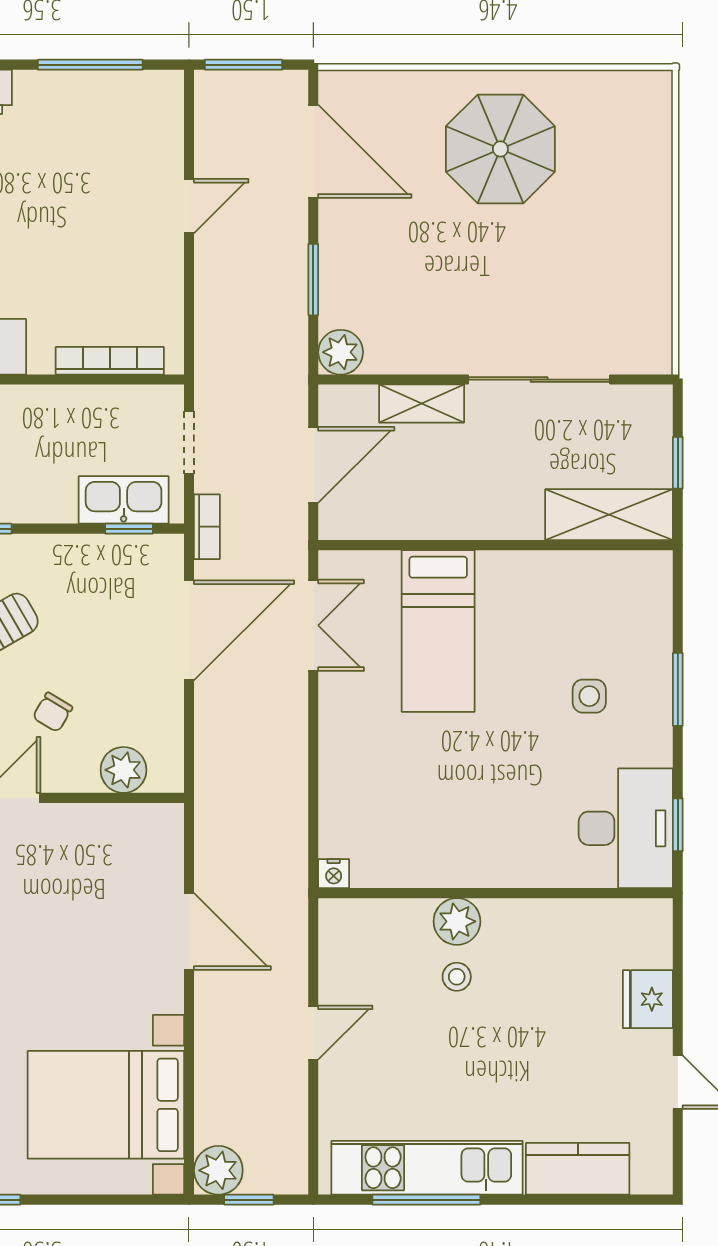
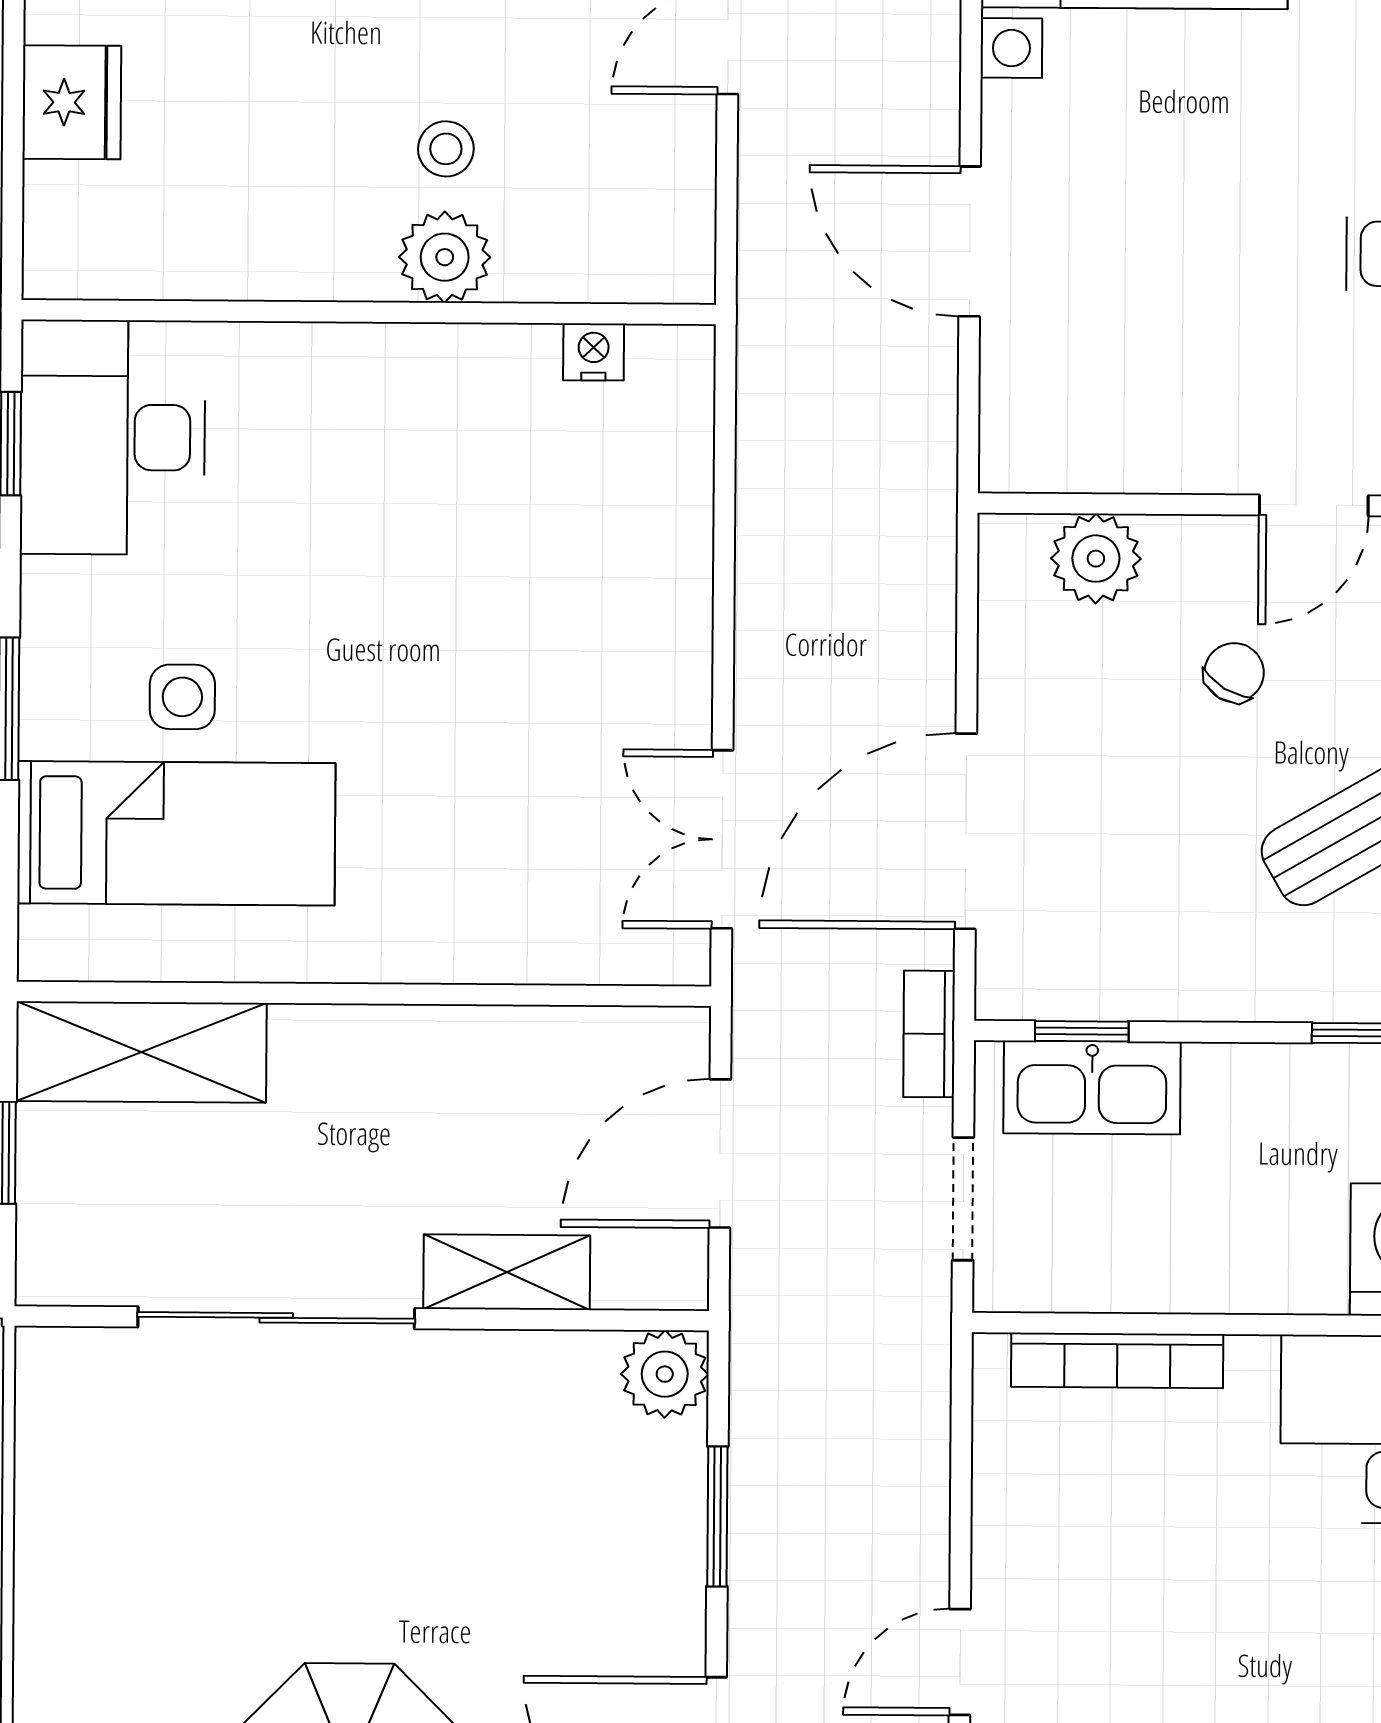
bed: (438, 631) -> (176, 833), moved, turned 90
nightstand: (334, 874) -> (594, 352), moved

